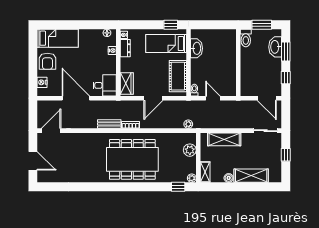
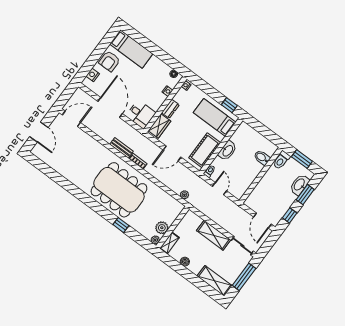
dresser: (125, 48) -> (170, 109), moved
washbasin: (197, 48) -> (228, 151), moved
bidet: (228, 48) -> (262, 158), added
shelving: (224, 139) -> (214, 235), moved
plant: (190, 150) -> (162, 228), moved
window: (286, 155) -> (244, 277), width x2.17
shelving: (251, 176) -> (215, 281), moved
window: (178, 187) -> (121, 225), moved

